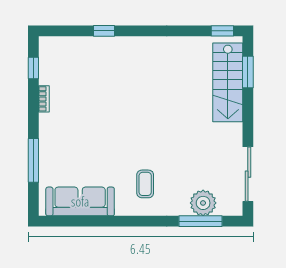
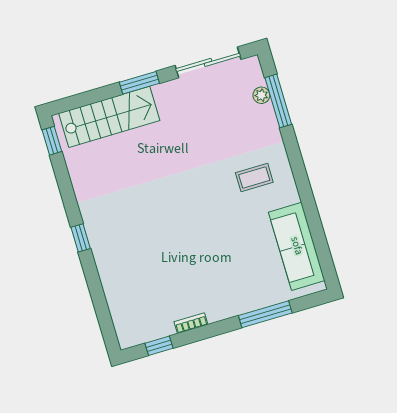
window: (104, 31) -> (81, 238), moved
window: (248, 72) -> (139, 83), moved
plant: (203, 203) -> (261, 95), width x0.53, depth x0.53

